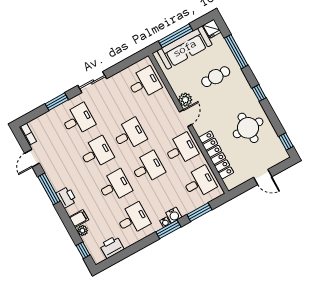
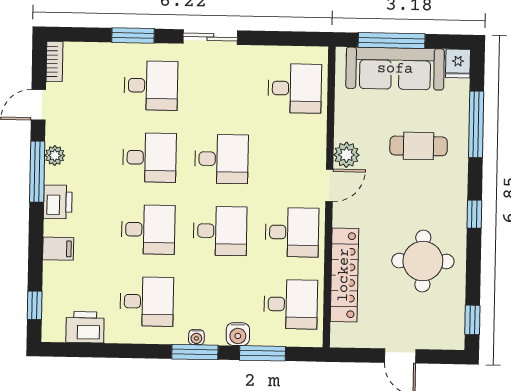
water cooler: (174, 215) -> (238, 334), moved
plant: (82, 231) -> (55, 155), moved

